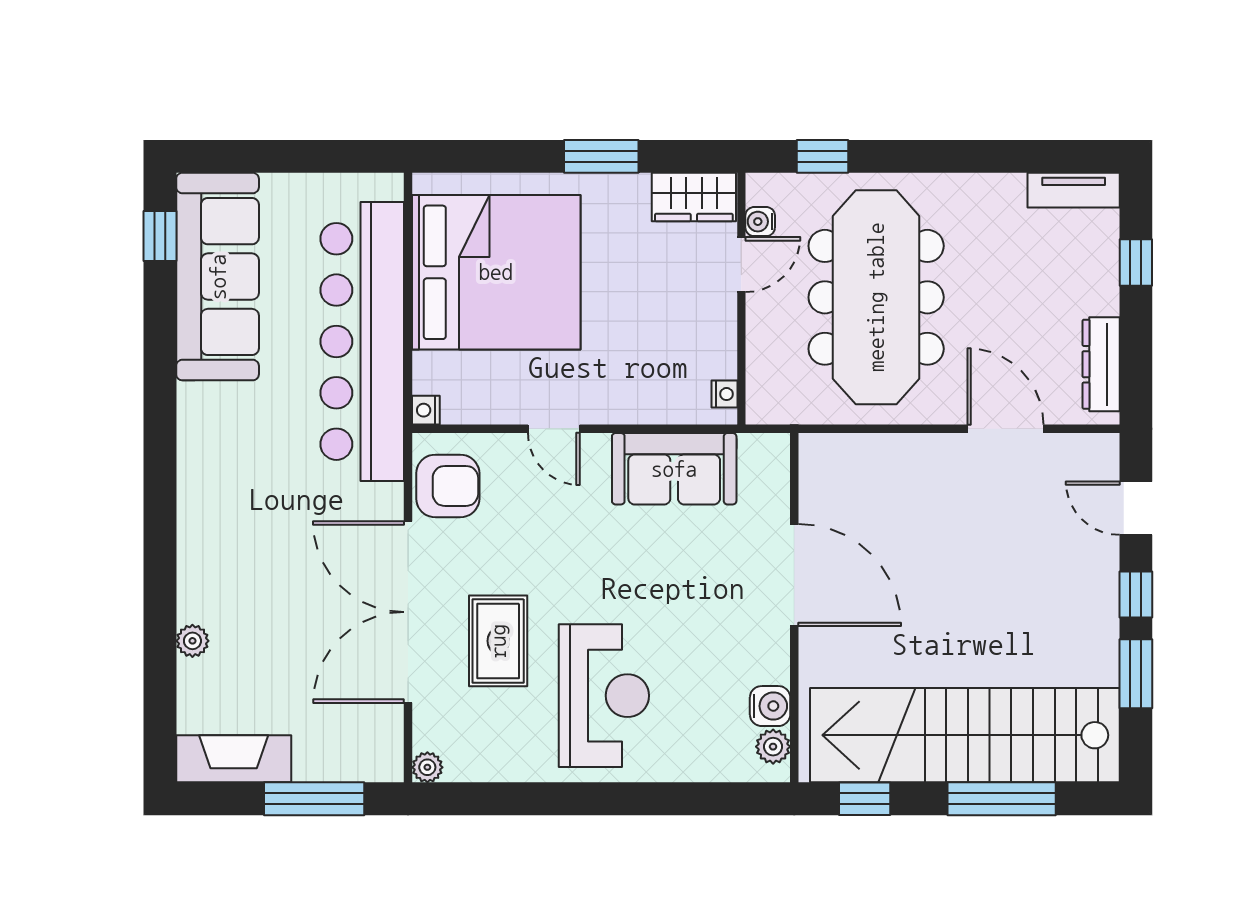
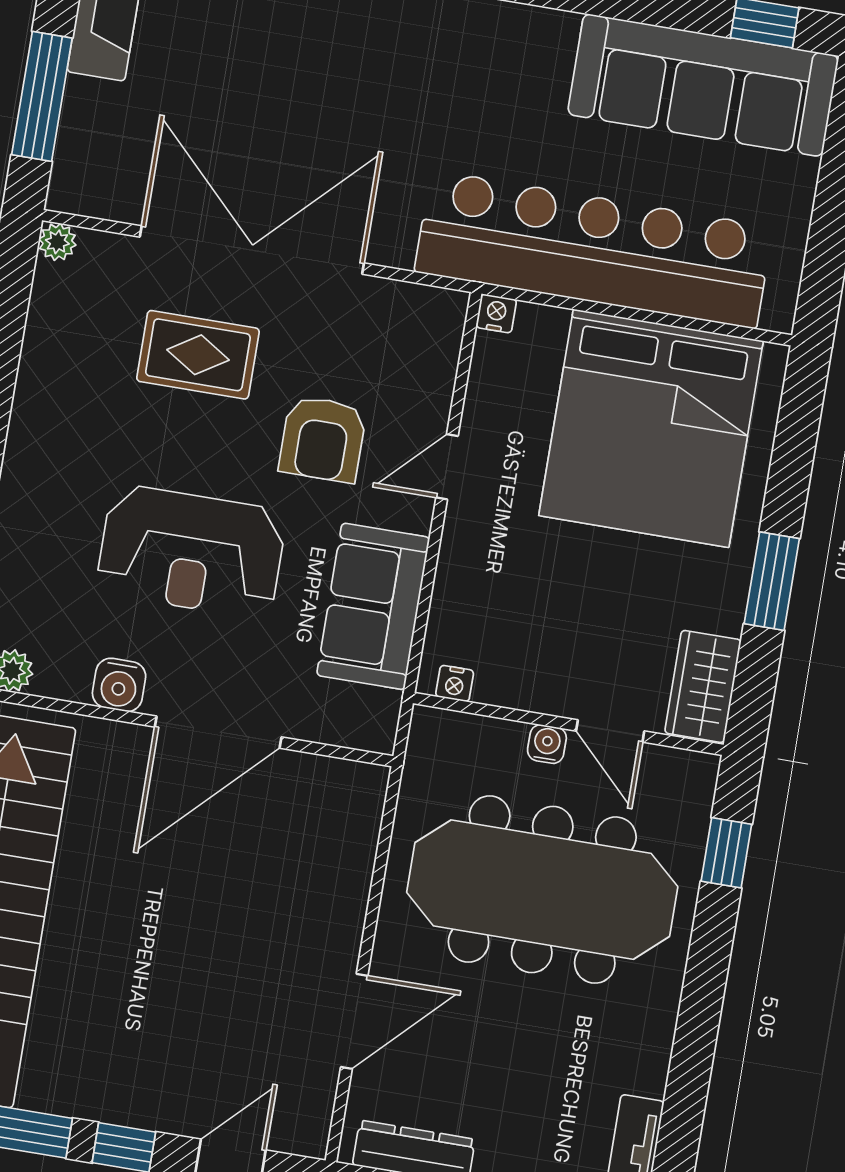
water cooler: (760, 222) -> (547, 744), moved
armchair: (448, 486) -> (323, 439), moved
reception desk: (604, 696) -> (191, 552), moved
water cooler: (770, 706) -> (119, 685), moved

